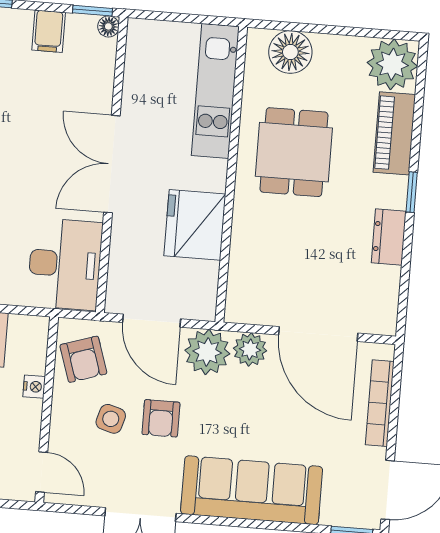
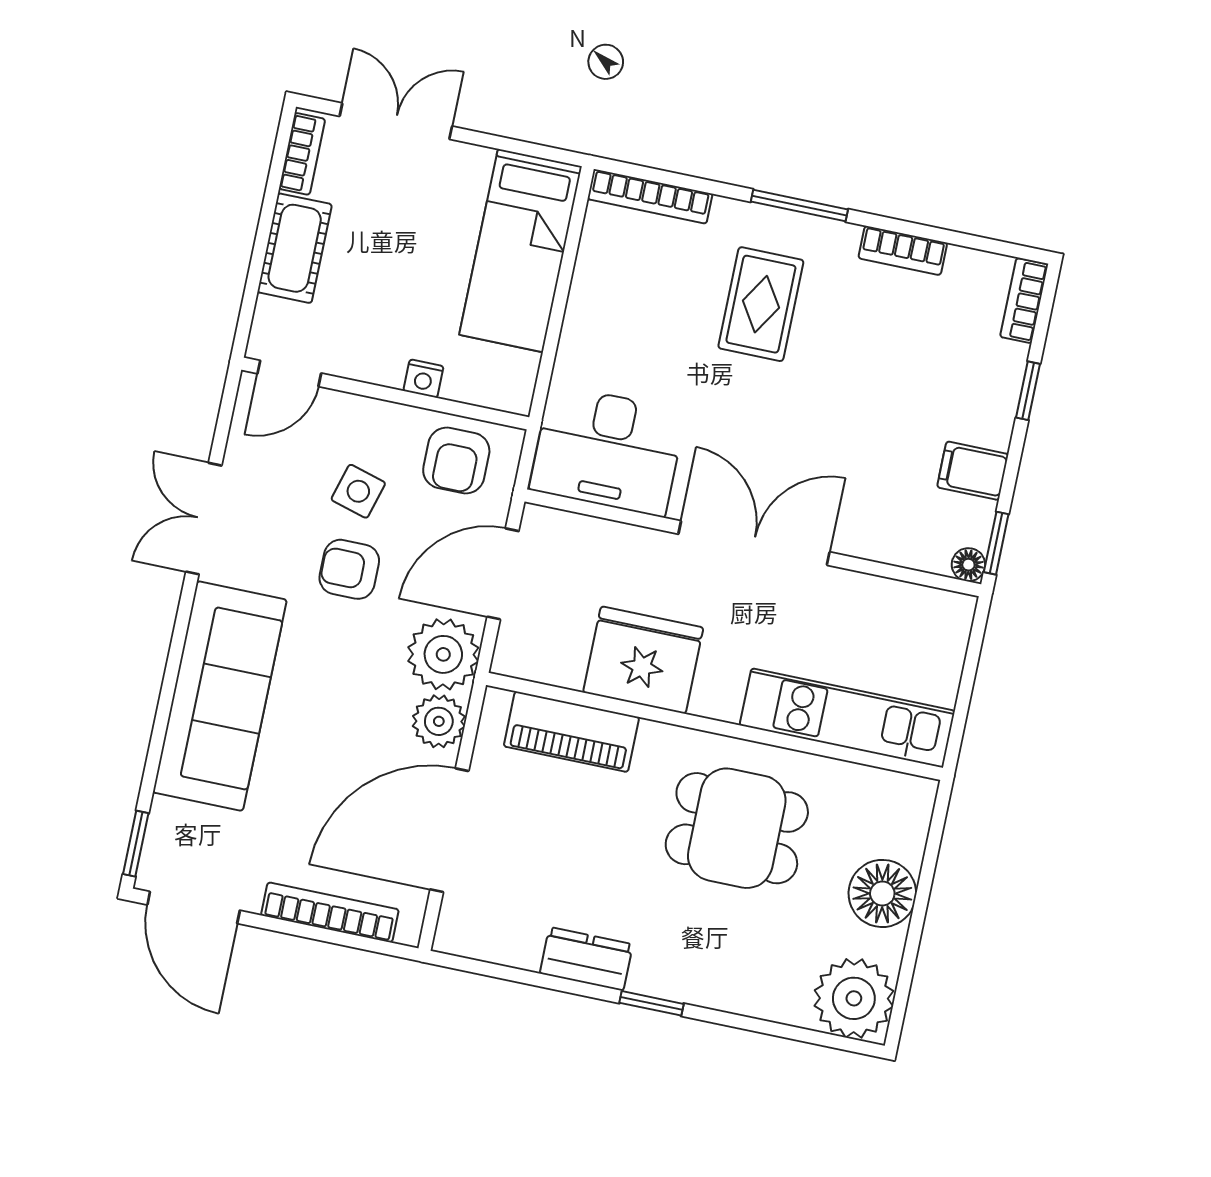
floor lamp: (290, 52) -> (882, 893), moved
piano: (394, 133) -> (571, 732), moved, turned 180
armchair: (83, 359) -> (456, 461), turned -72

